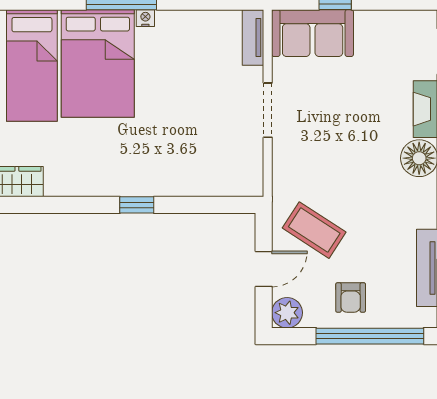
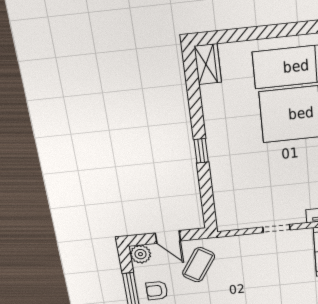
doorway: (268, 110) -> (277, 229), width x0.73

